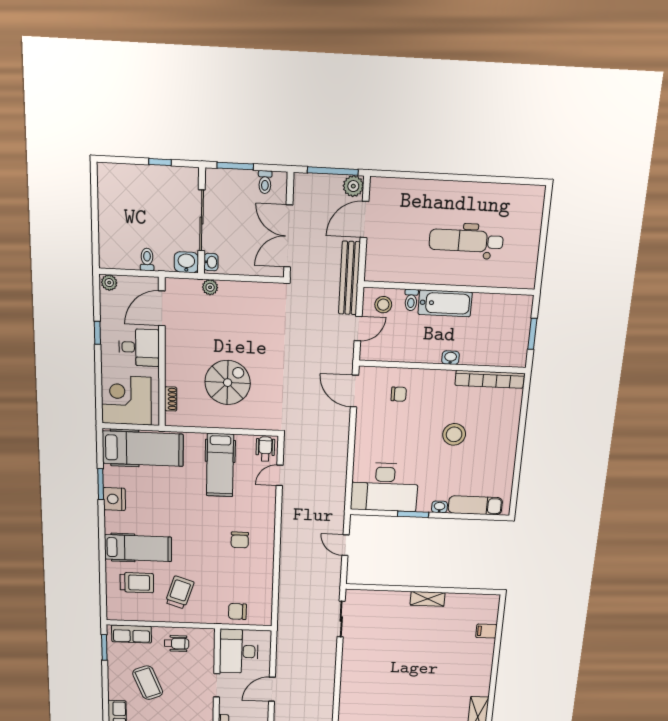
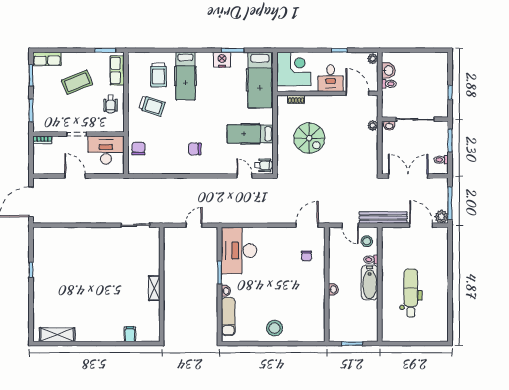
washbasin: (186, 262) -> (388, 70), moved
bookcase: (490, 379) -> (320, 318), removed
stool: (454, 434) -> (274, 328), moved

